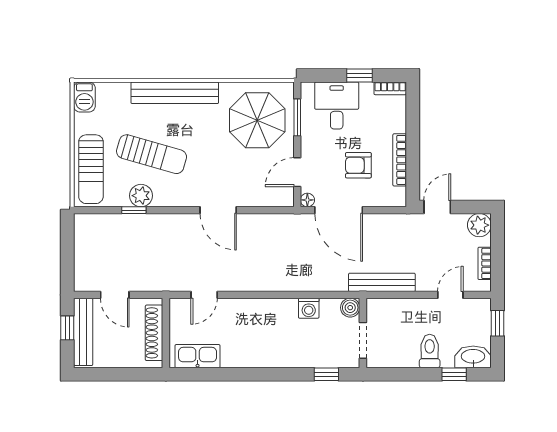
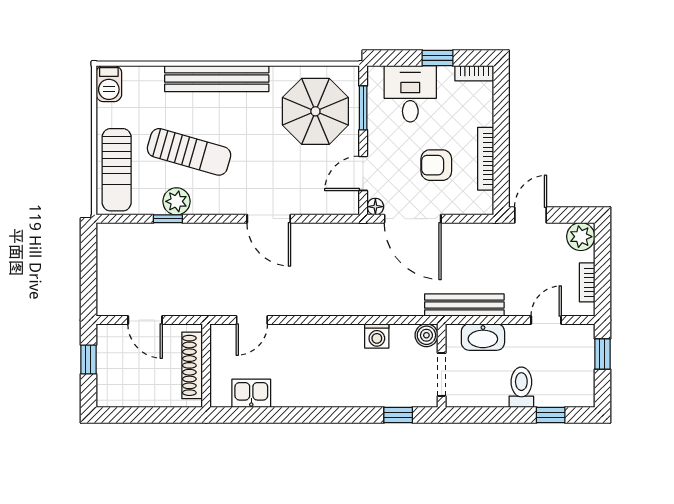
bench: (83, 332) -> (107, 364), removed
kitchen sink: (198, 356) -> (251, 393), width x0.73
washbasin: (473, 357) -> (483, 337), moved, turned 180

